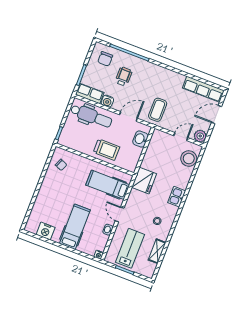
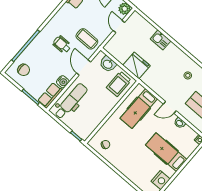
wheelchair: (124, 76) -> (62, 45), moved
trolley: (106, 150) -> (119, 84), moved, turned 180
stool: (189, 159) -> (141, 26), removed
fridge: (144, 181) -> (137, 65), moved
kitchen sink: (177, 197) -> (161, 40), moved

